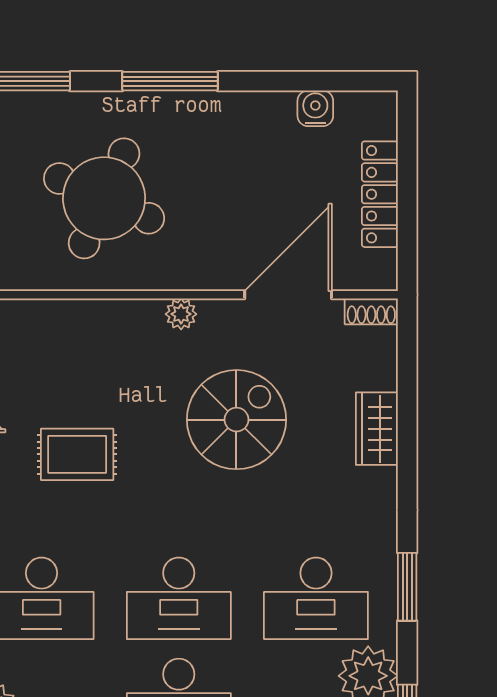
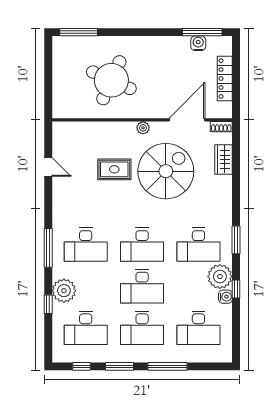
window: (170, 81) -> (202, 32), moved
spiral stairs: (236, 420) -> (166, 171), width x1.37, depth x1.37
wardrobe: (377, 429) -> (224, 159), moved
rug: (77, 454) -> (114, 169), moved

